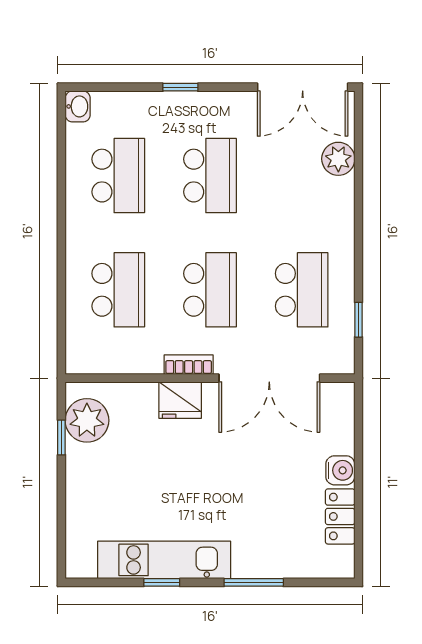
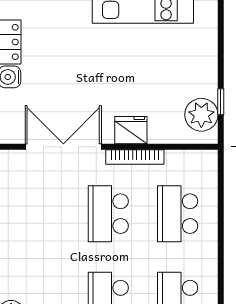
school desk: (302, 290) -> (39, 214), removed
bookcase: (189, 365) -> (135, 157), width x1.56

